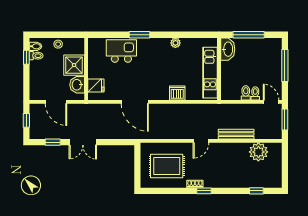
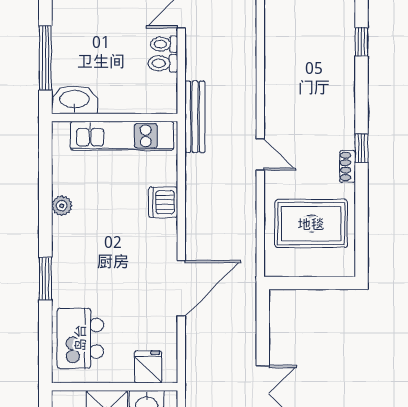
kitchen island: (121, 51) -> (80, 338), moved
bench: (236, 134) -> (195, 117), moved
plant: (258, 152) -> (283, 38), removed
rug: (167, 166) -> (311, 224), turned 90

